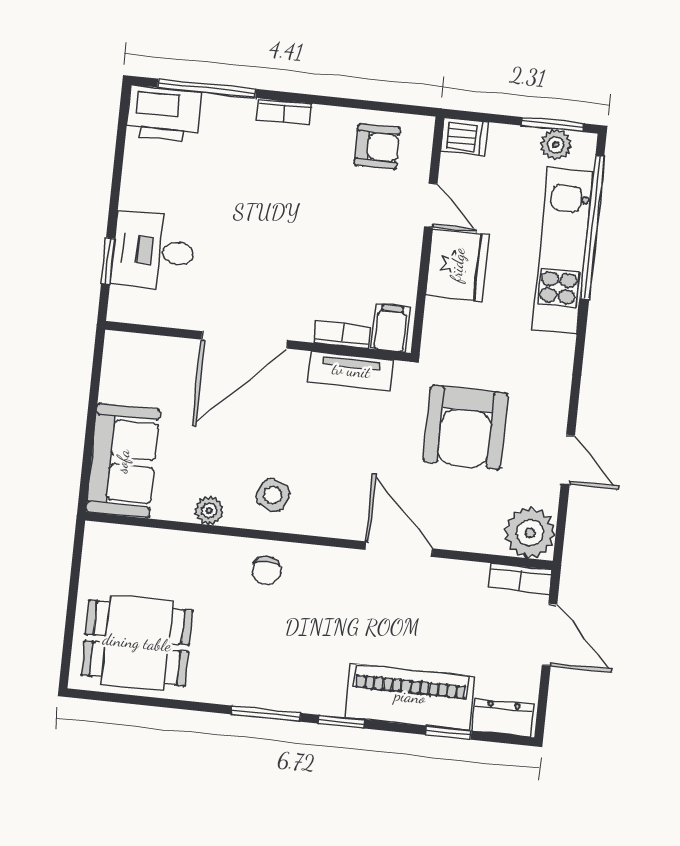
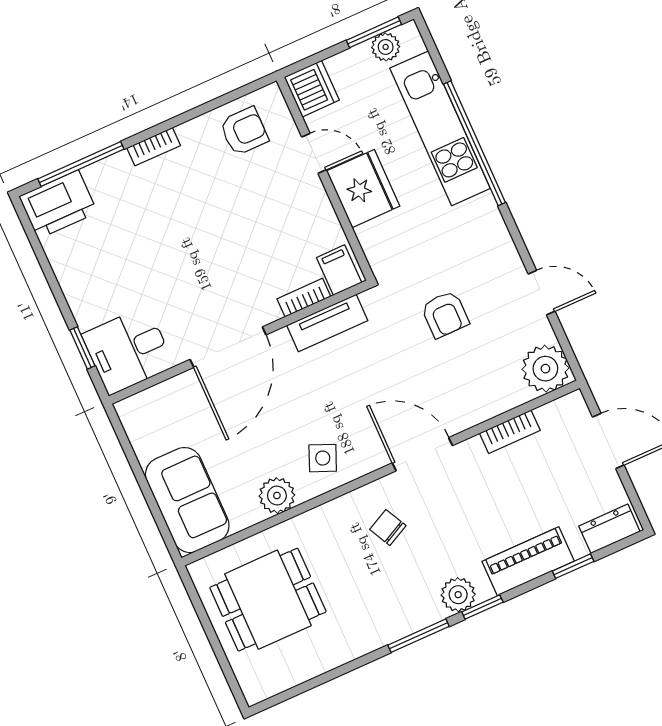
dishwasher: (465, 137) -> (312, 89), width x1.38
window: (592, 227) -> (474, 143), moved
desk: (153, 251) -> (128, 350), moved
armchair: (466, 427) -> (445, 314), width x0.53, depth x0.53
plant: (209, 511) -> (277, 495), width x1.38, depth x1.38
door: (399, 549) -> (422, 454), moved
chair: (267, 571) -> (388, 528), moved, turned 153
bookcase: (520, 579) -> (510, 432), moved
dining table: (137, 643) -> (268, 600), moved
plant: (325, 697) -> (458, 595), added
piano: (410, 697) -> (528, 561), width x0.73, depth x0.75

